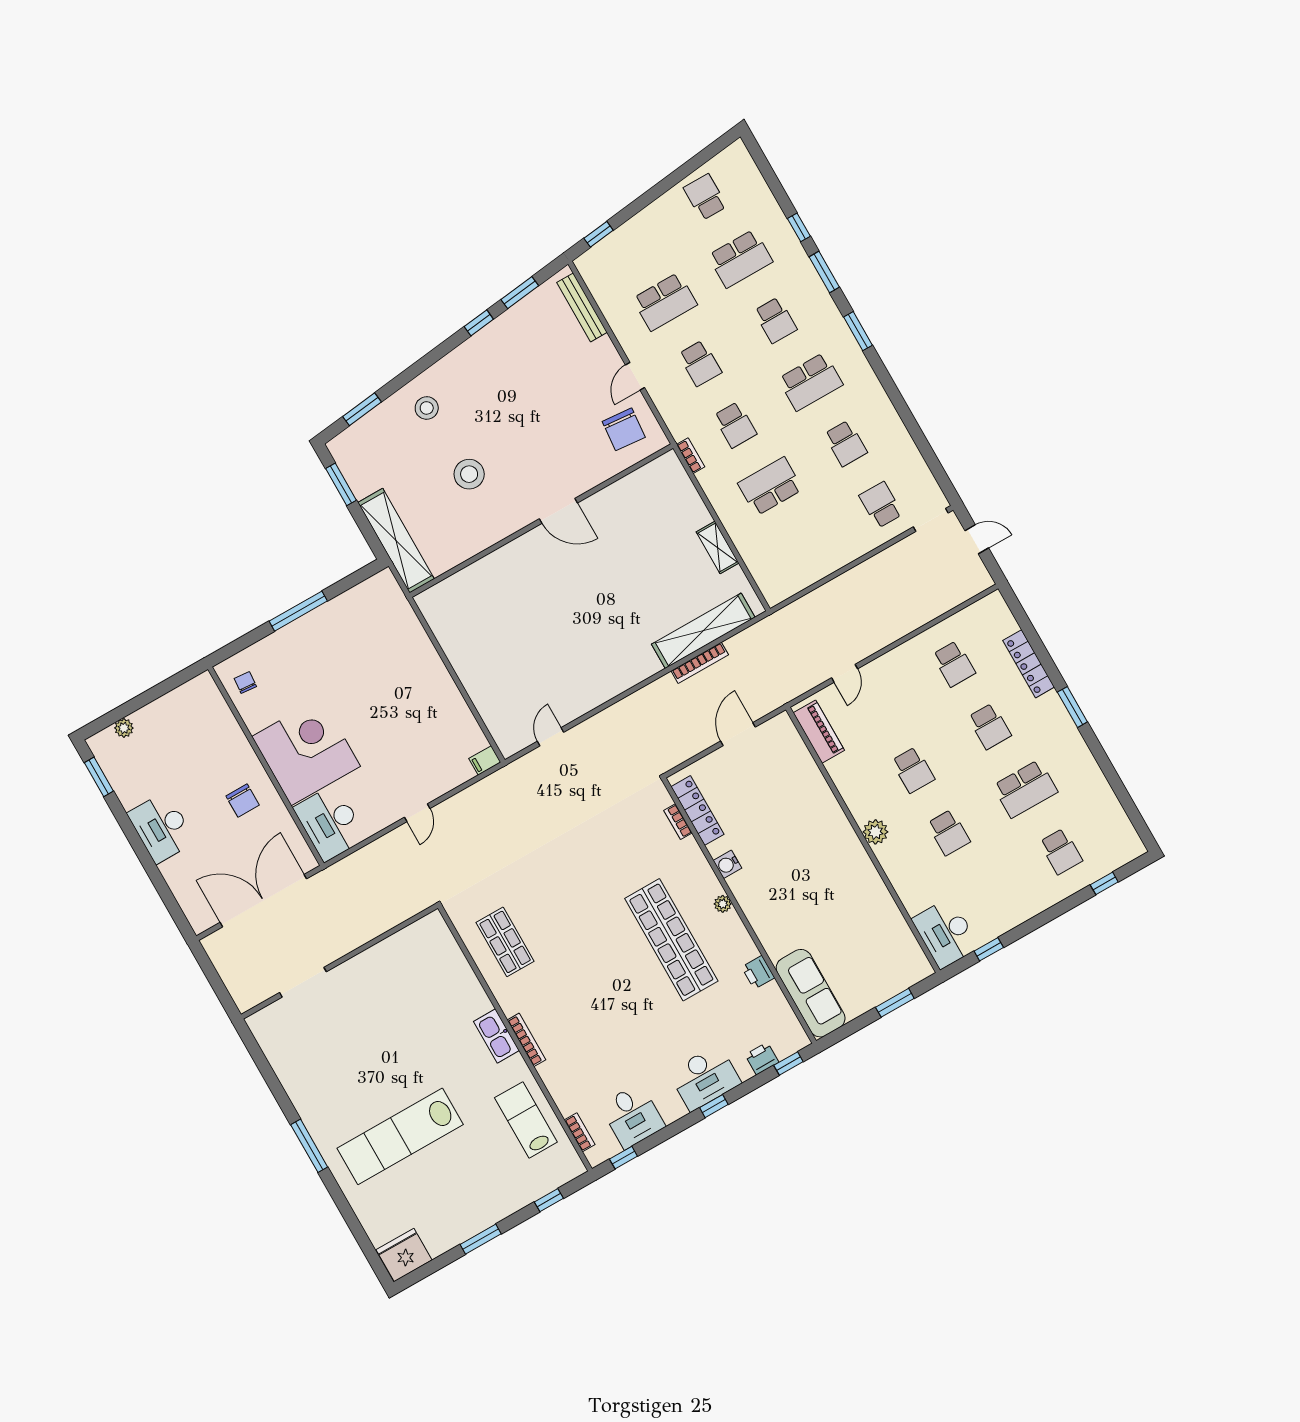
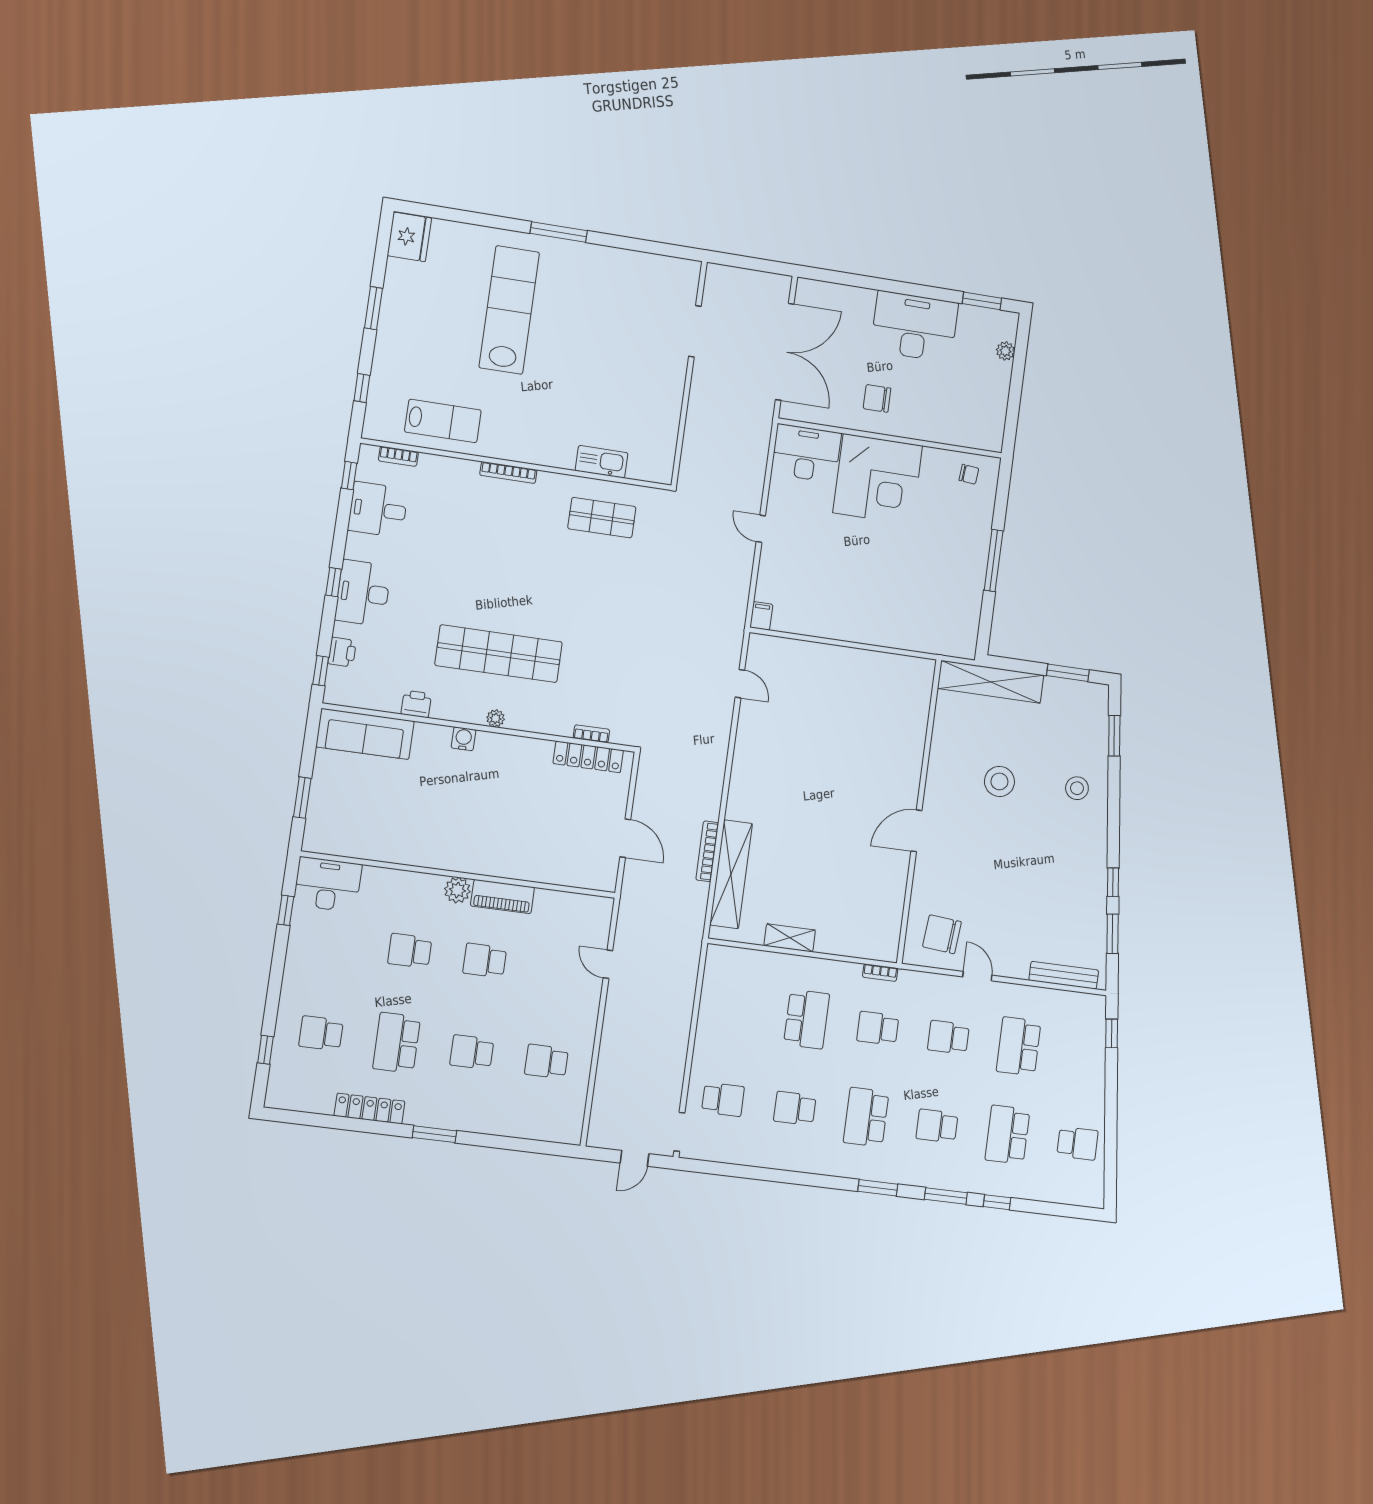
locker: (1029, 664) -> (369, 1109), moved
piano: (819, 732) -> (502, 897), moved
desk: (161, 828) -> (914, 327), width x1.36, depth x1.30
water cooler: (727, 864) -> (463, 739), moved
kitchen sink: (496, 1036) -> (602, 462), moved

